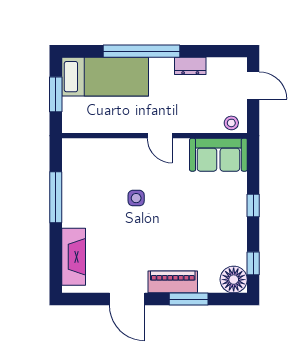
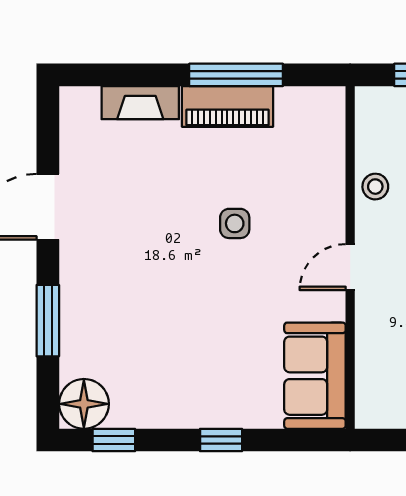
stool: (231, 123) -> (375, 187), moved
fireplace: (74, 257) -> (140, 103), width x0.73, depth x0.76
piano: (173, 282) -> (227, 106), moved, turned 90

